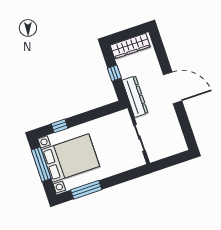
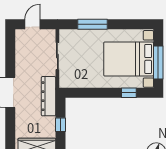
door: (174, 160) -> (33, 24), added
window: (86, 190) -> (93, 24), moved

